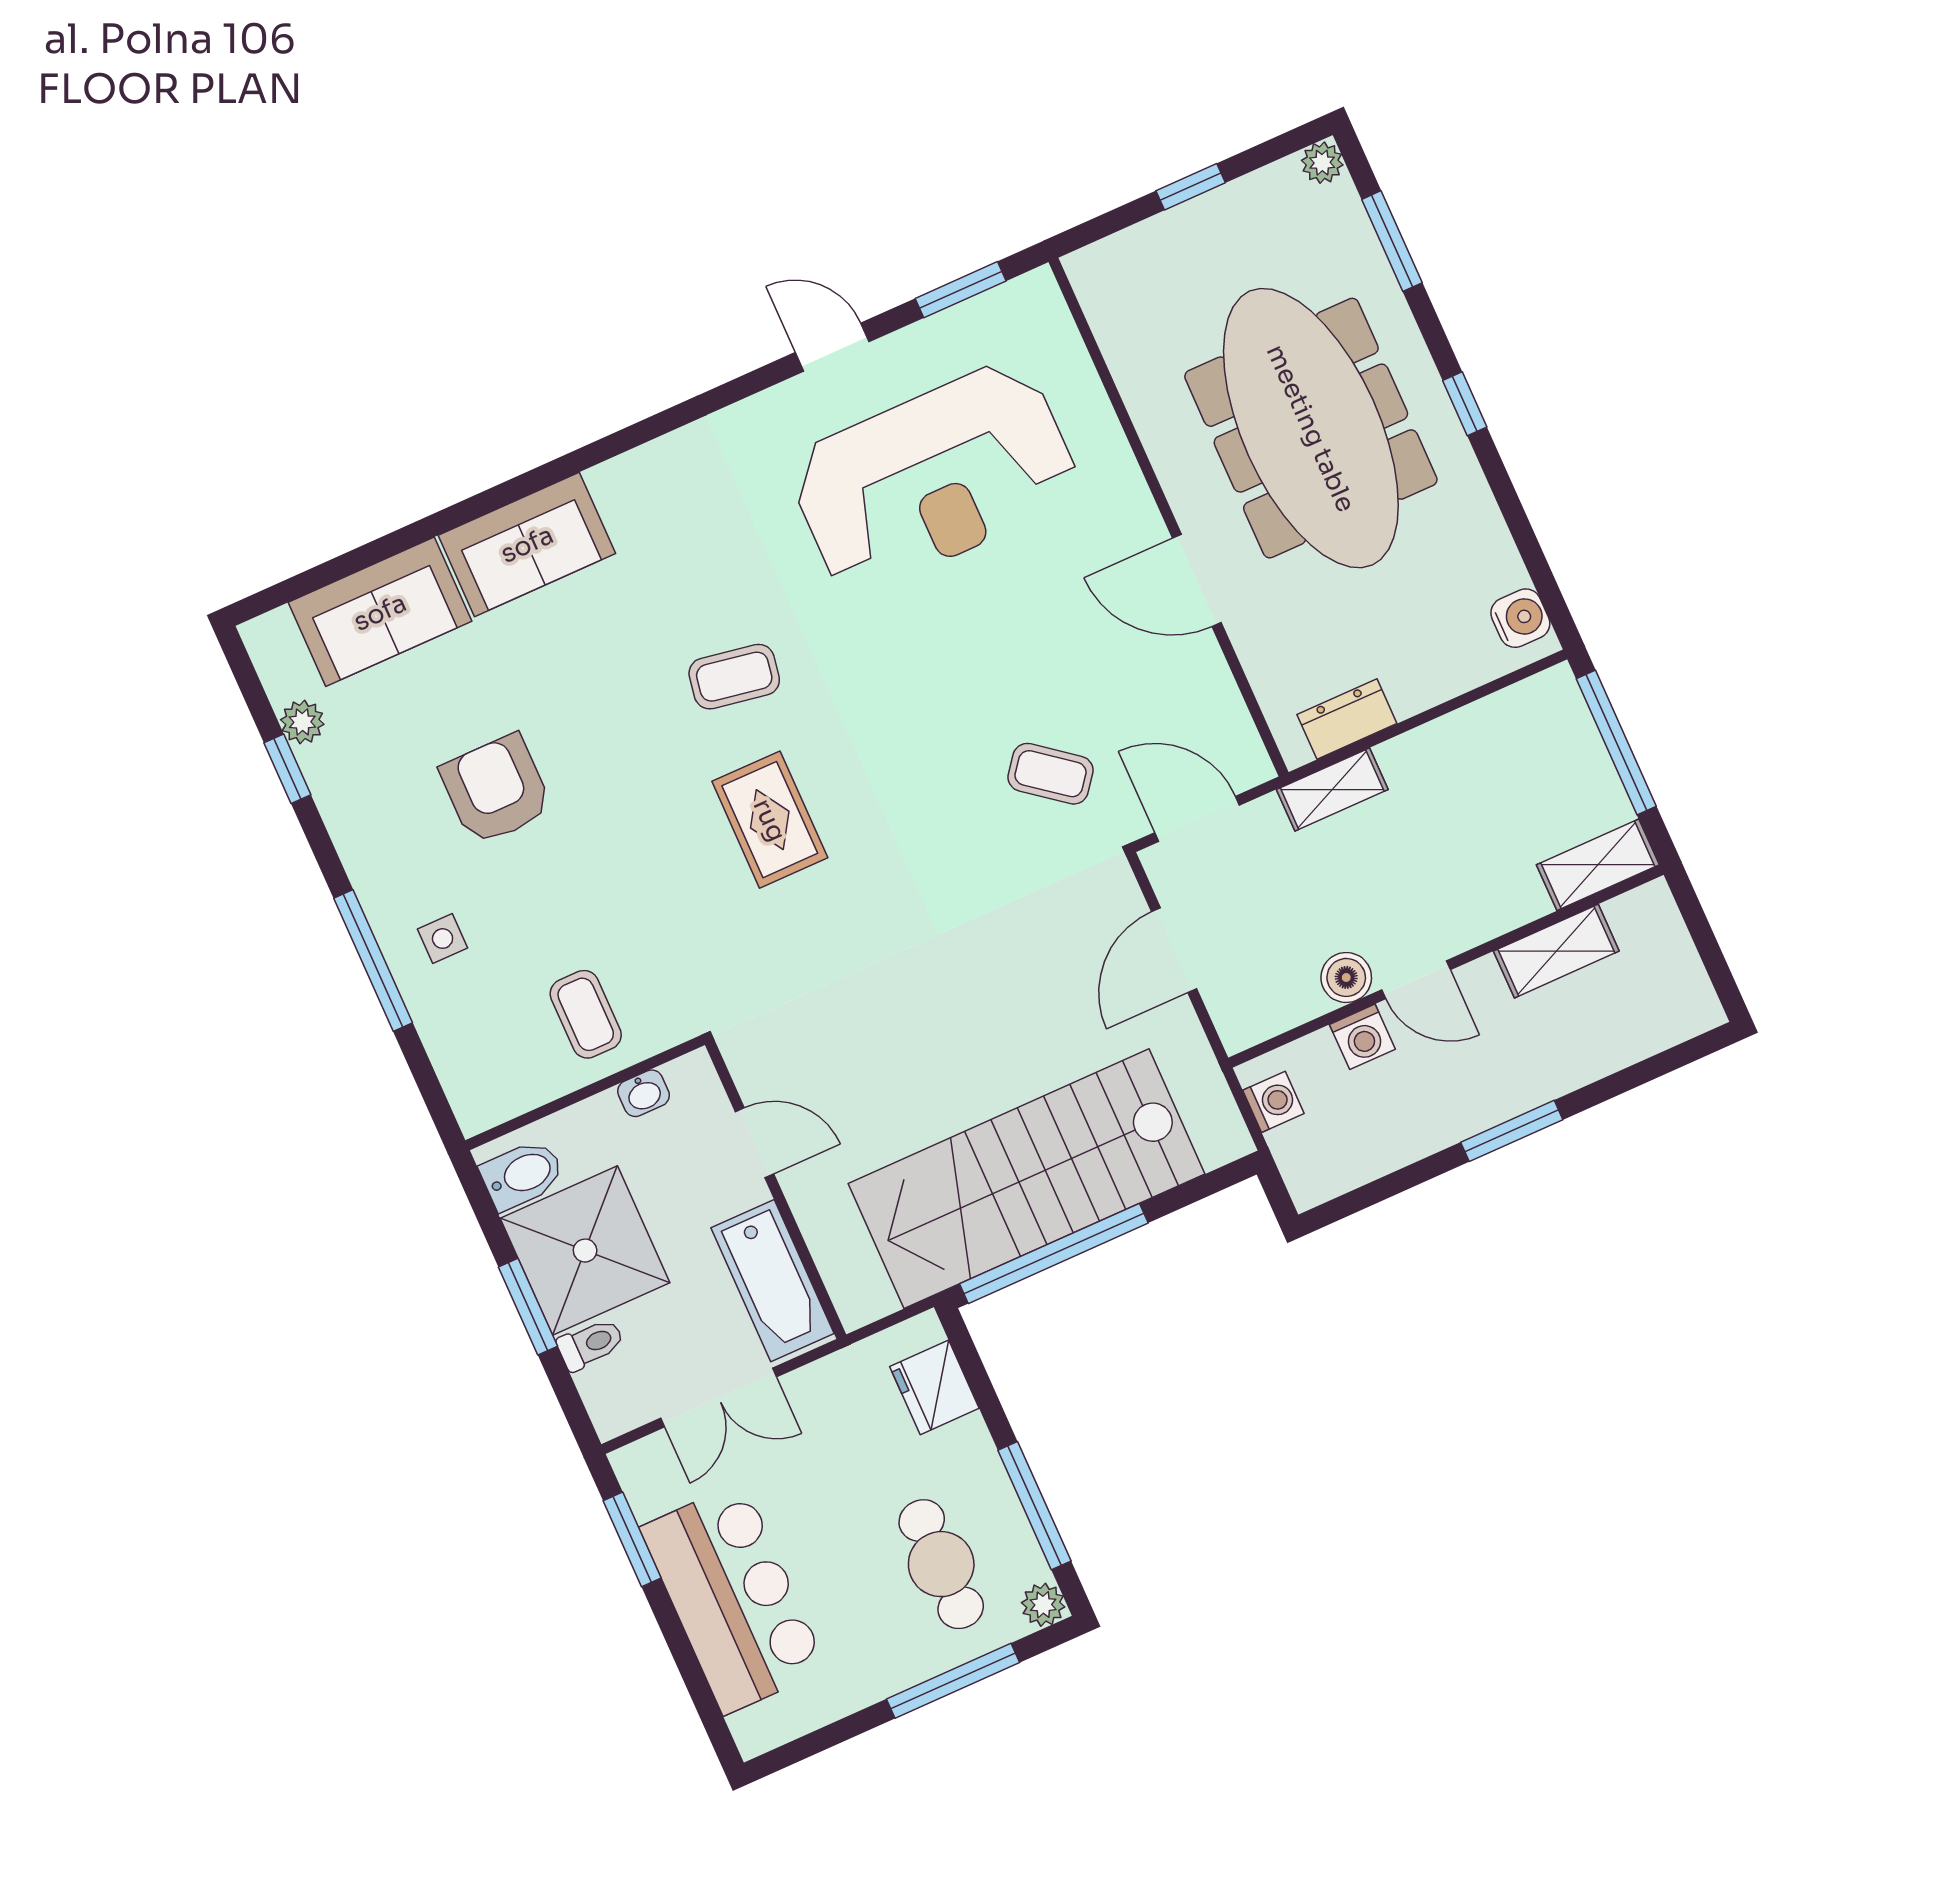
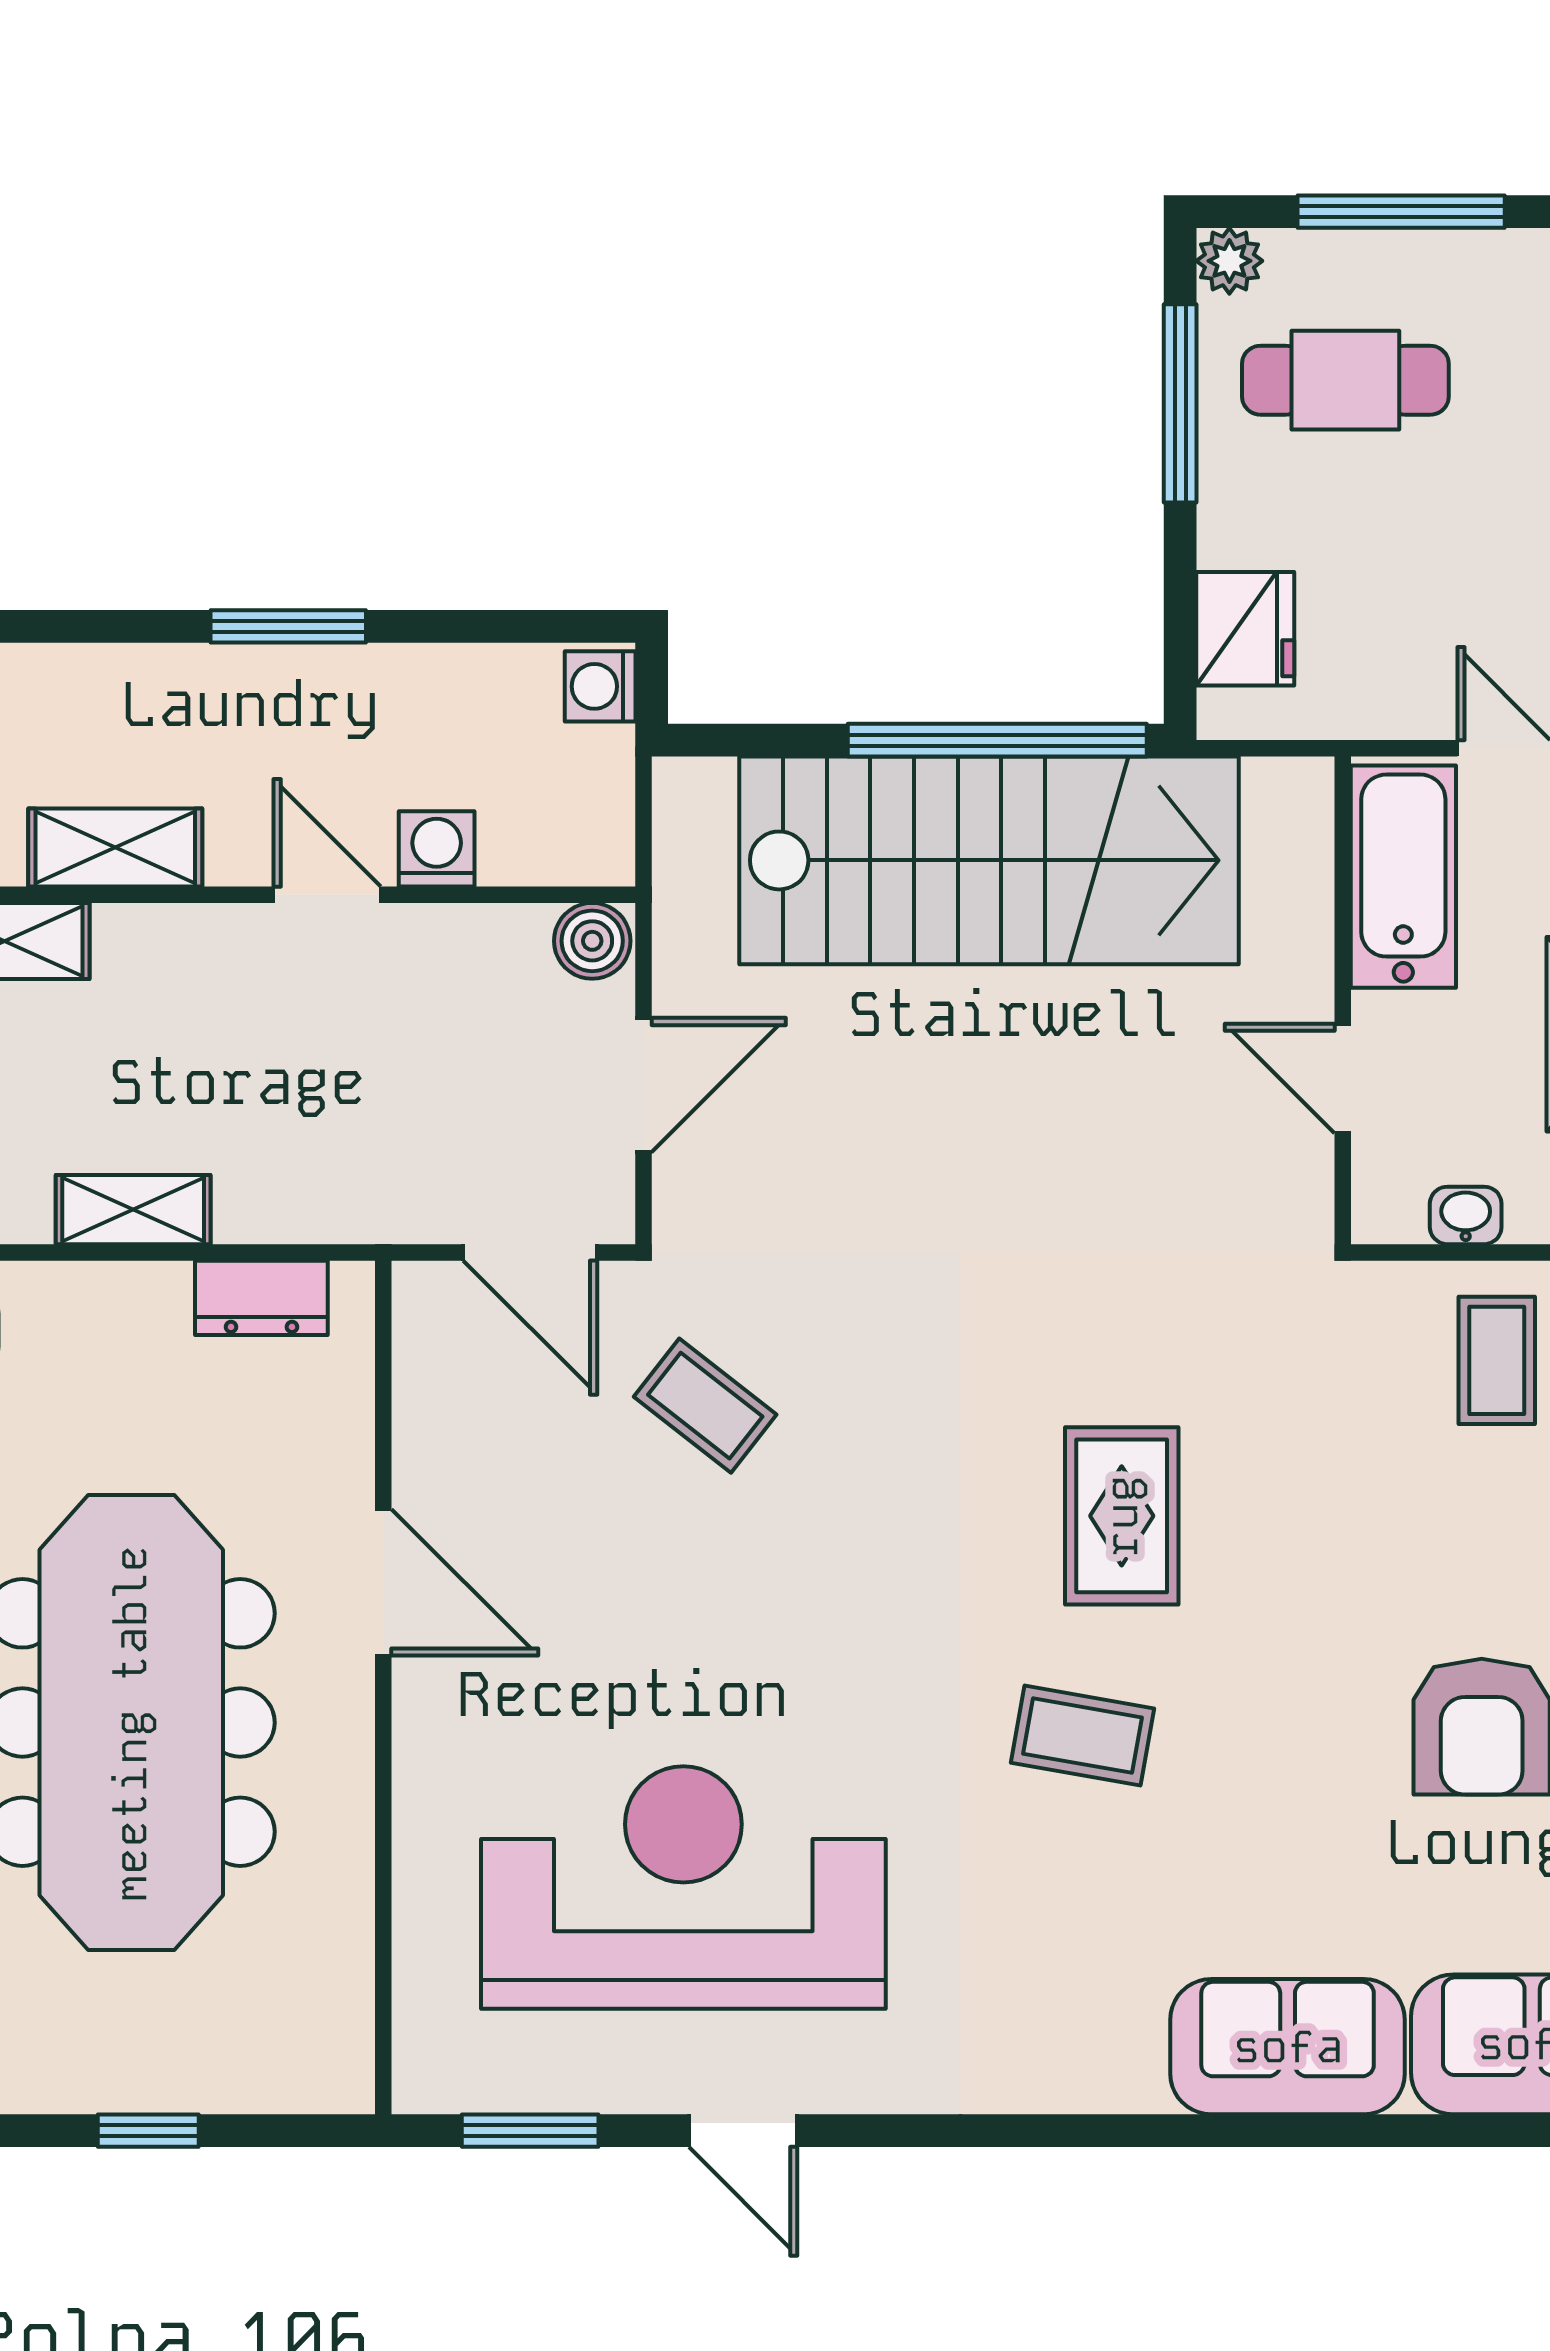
shelving: (1332, 789) -> (133, 1210), moved
boiler: (1346, 977) -> (592, 941), moved
washing machine: (1273, 1102) -> (600, 686), moved
cafe table: (941, 1564) -> (1345, 380), turned 90

